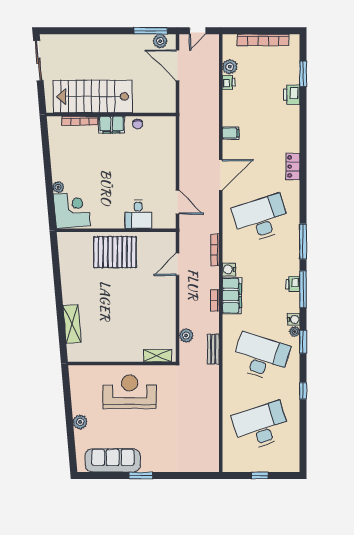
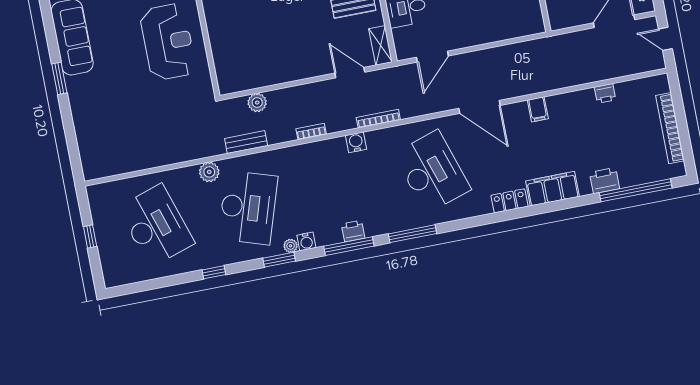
plant: (230, 67) -> (209, 172), moved
window: (303, 74) -> (636, 190), width x2.11
filing cabinet: (232, 296) -> (552, 189), moved, turned 180
shelving: (157, 356) -> (381, 45), moved

